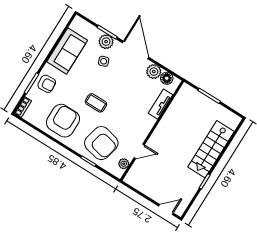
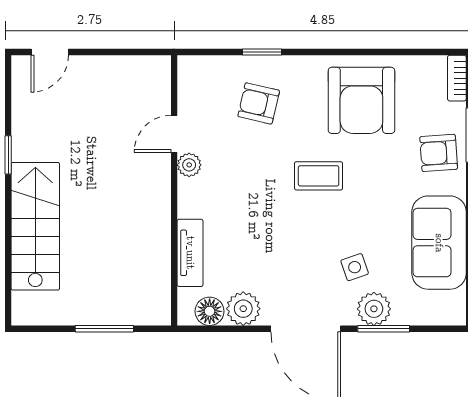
armchair: (101, 143) -> (259, 103), width x0.53, depth x0.53
plant: (124, 164) -> (189, 165), moved

